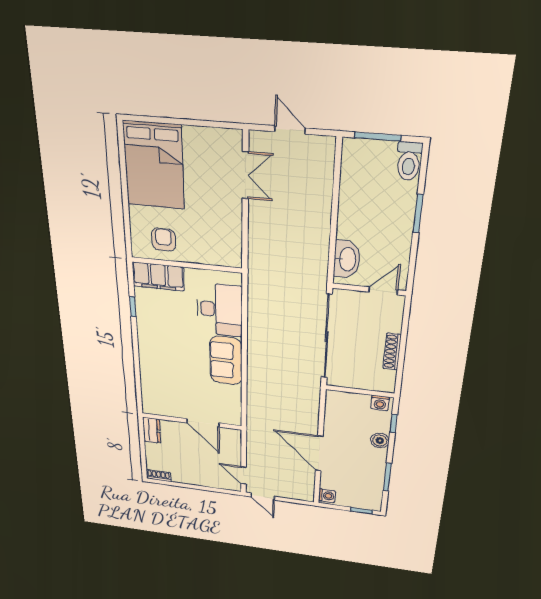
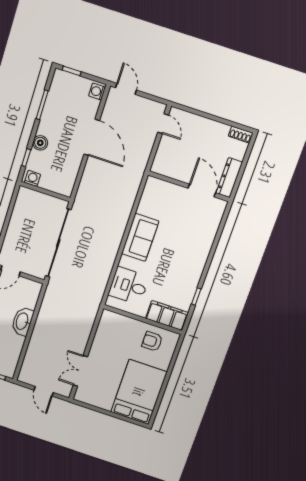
armchair: (164, 240) -> (152, 341), turned 90
washbasin: (347, 259) -> (22, 321), moved
desk: (220, 310) -> (129, 286), width x0.73
shoe rack: (392, 352) -> (14, 222), removed
door: (203, 423) -> (202, 191), moved
dresser: (152, 430) -> (229, 178), width x1.44
door: (263, 497) -> (126, 89), moved

